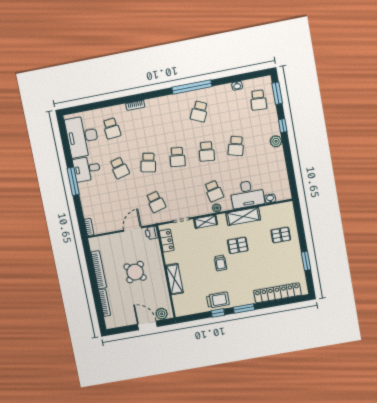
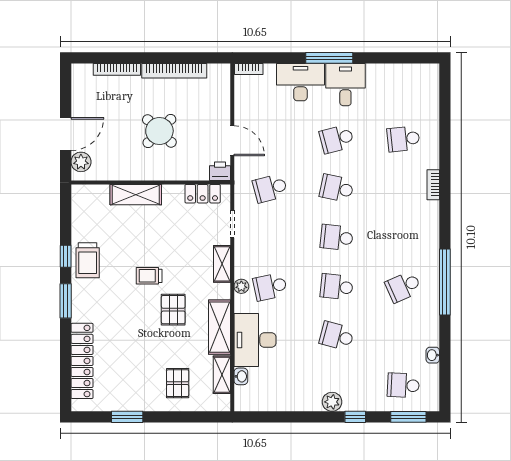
school desk: (199, 112) -> (403, 287), turned -48
desk: (82, 137) -> (300, 82), moved, width x0.73, depth x0.77
shelving: (271, 210) -> (222, 375), added

